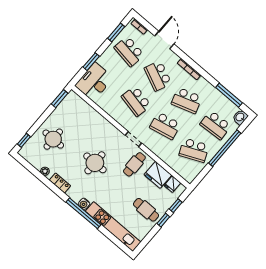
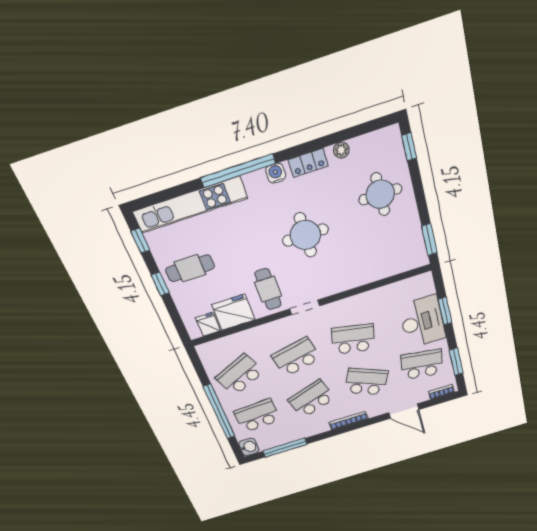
desk: (94, 82) -> (422, 322), moved
water cooler: (84, 204) -> (276, 173), moved
window: (176, 206) -> (140, 241), moved

